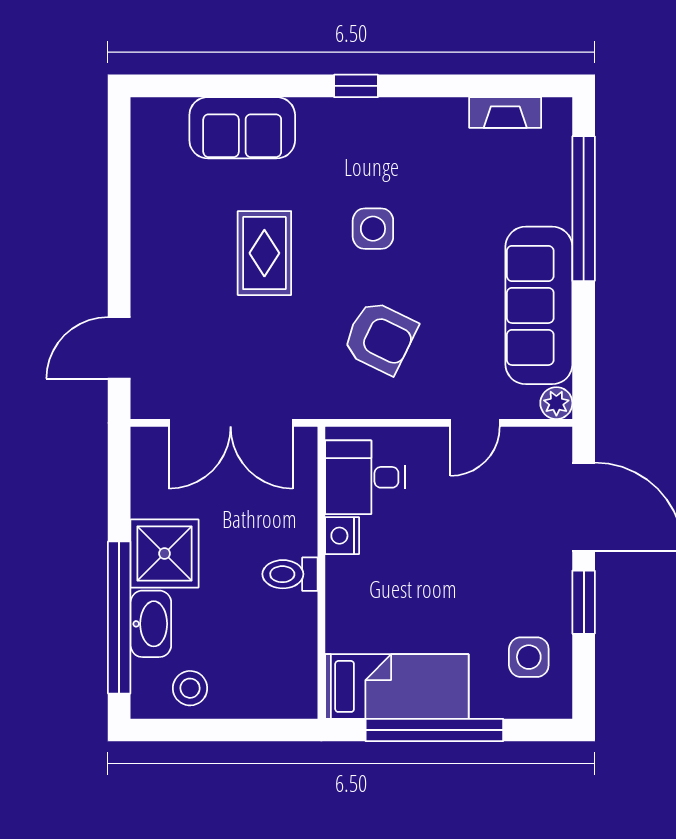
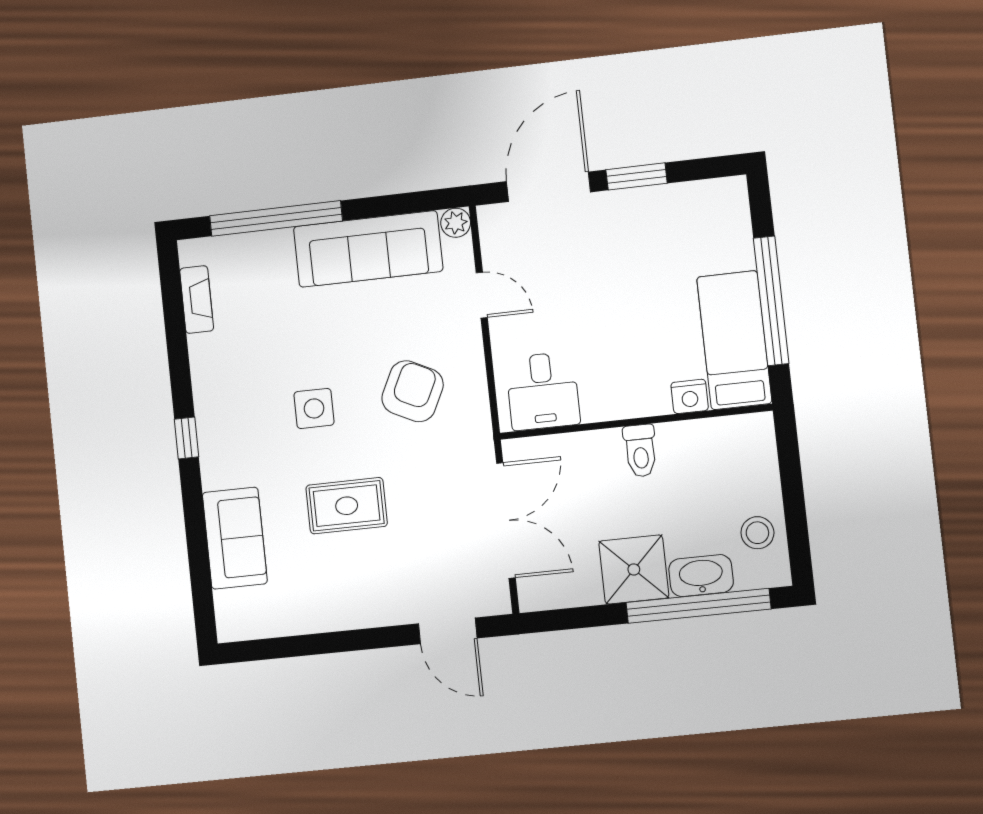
nightstand: (342, 536) -> (690, 396), moved
side table: (529, 657) -> (693, 221), removed

